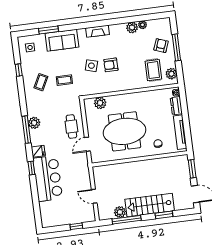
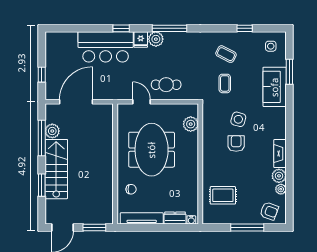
fireplace: (98, 31) -> (280, 154), moved
armchair: (161, 46) -> (269, 211), moved
plant: (171, 74) -> (215, 217), removed
plant: (34, 123) -> (156, 39), moved
door: (94, 196) -> (76, 102), width x1.88

